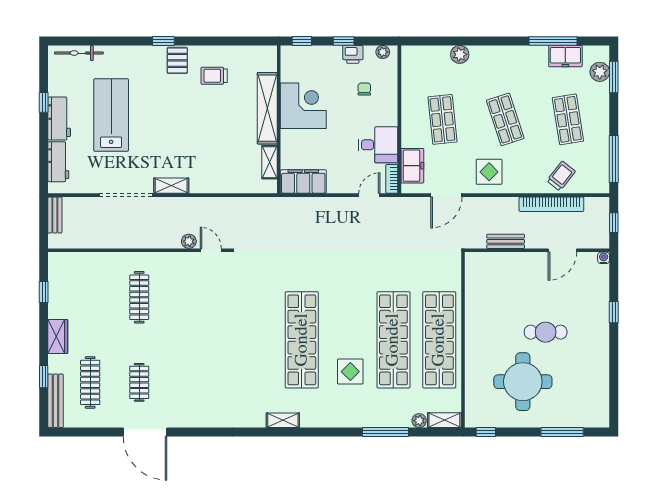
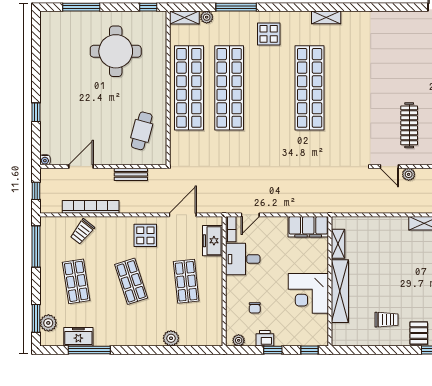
clothes rail: (188, 297) -> (409, 125), added
cafe table: (546, 332) -> (142, 131), moved, turned -75
display table: (350, 372) -> (269, 34), moved

